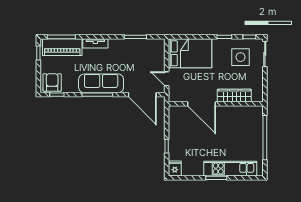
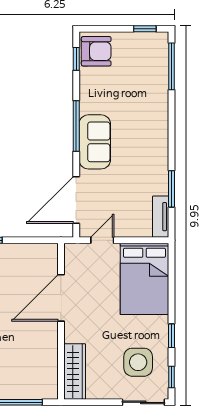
tv unit: (95, 43) -> (161, 217), moved
piano: (62, 47) -> (155, 68), removed
sofa: (101, 83) -> (95, 142), width x0.73
wardrobe: (234, 96) -> (75, 372), moved

